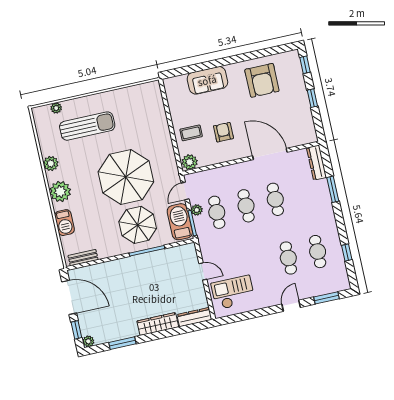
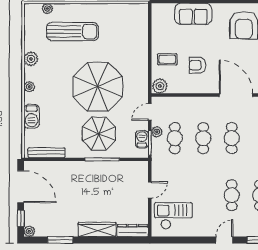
armchair: (223, 132) -> (197, 65), turned -90
plant: (60, 192) -> (29, 87), width x0.53, depth x0.53
barbecue: (180, 222) -> (142, 139), width x0.53, depth x0.65
bench: (83, 258) -> (46, 153), width x1.36
door: (203, 271) -> (150, 190), hinge flipped

